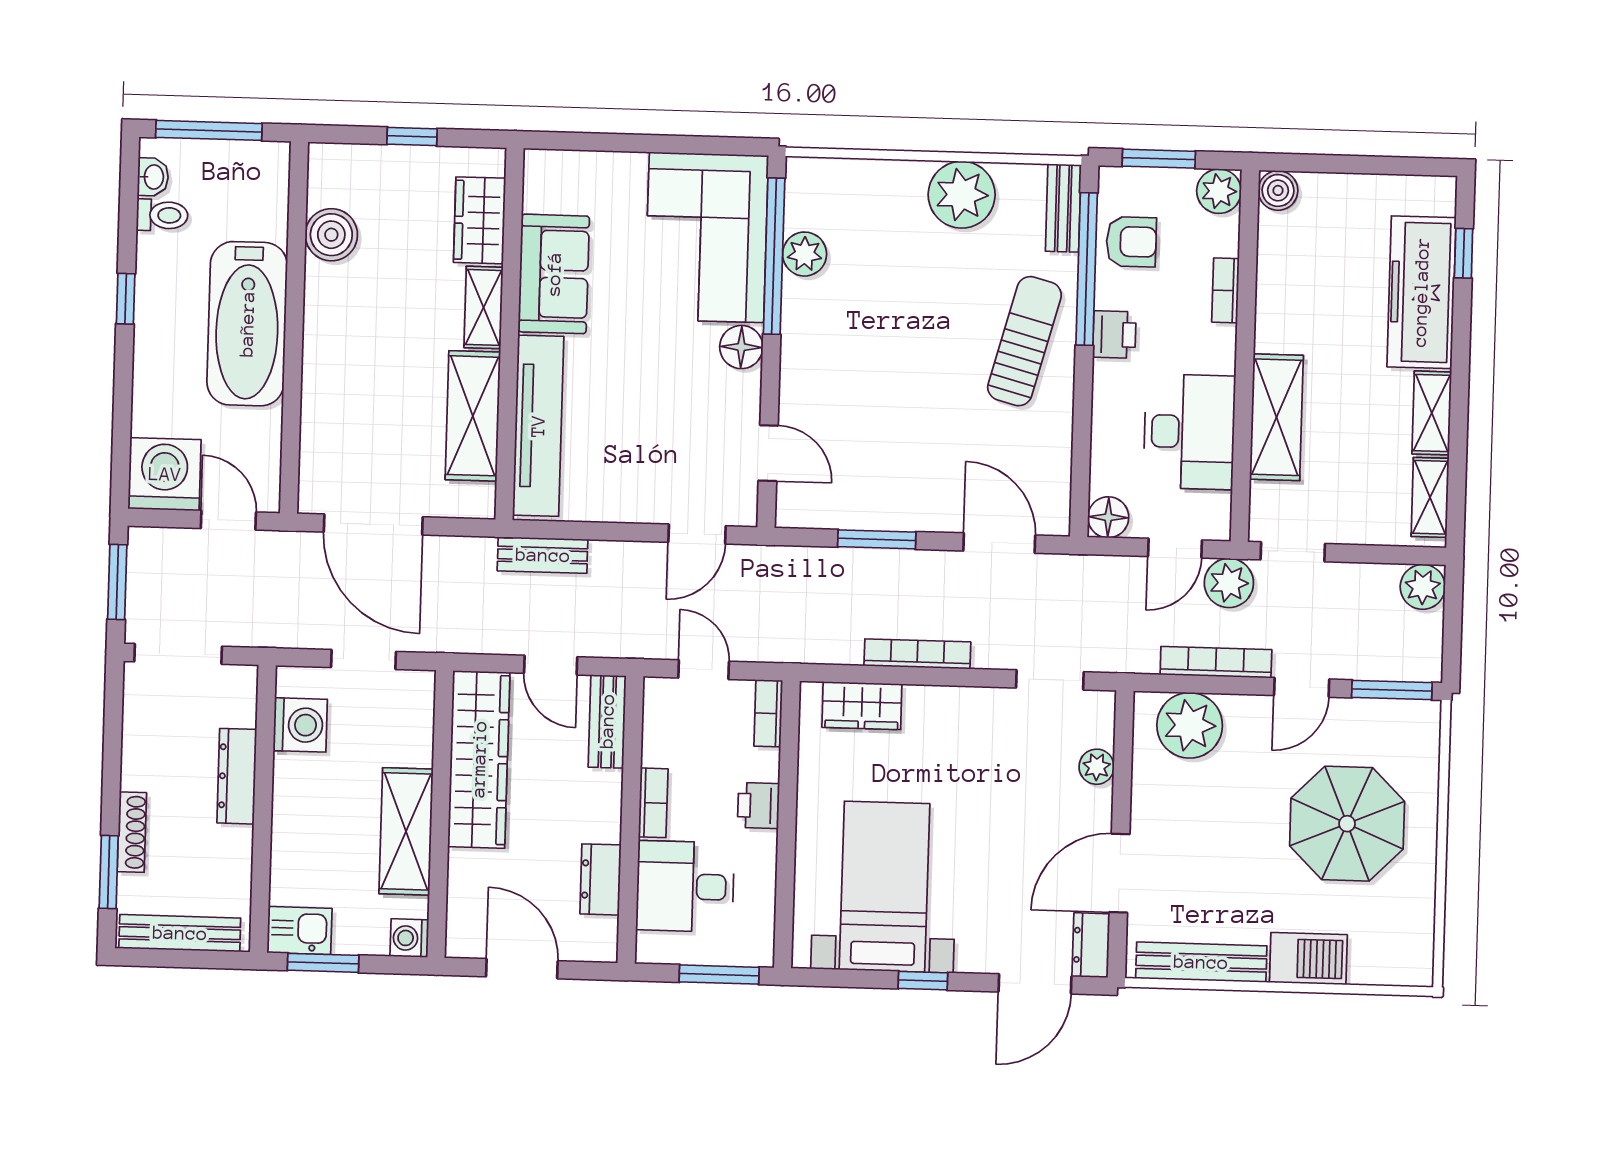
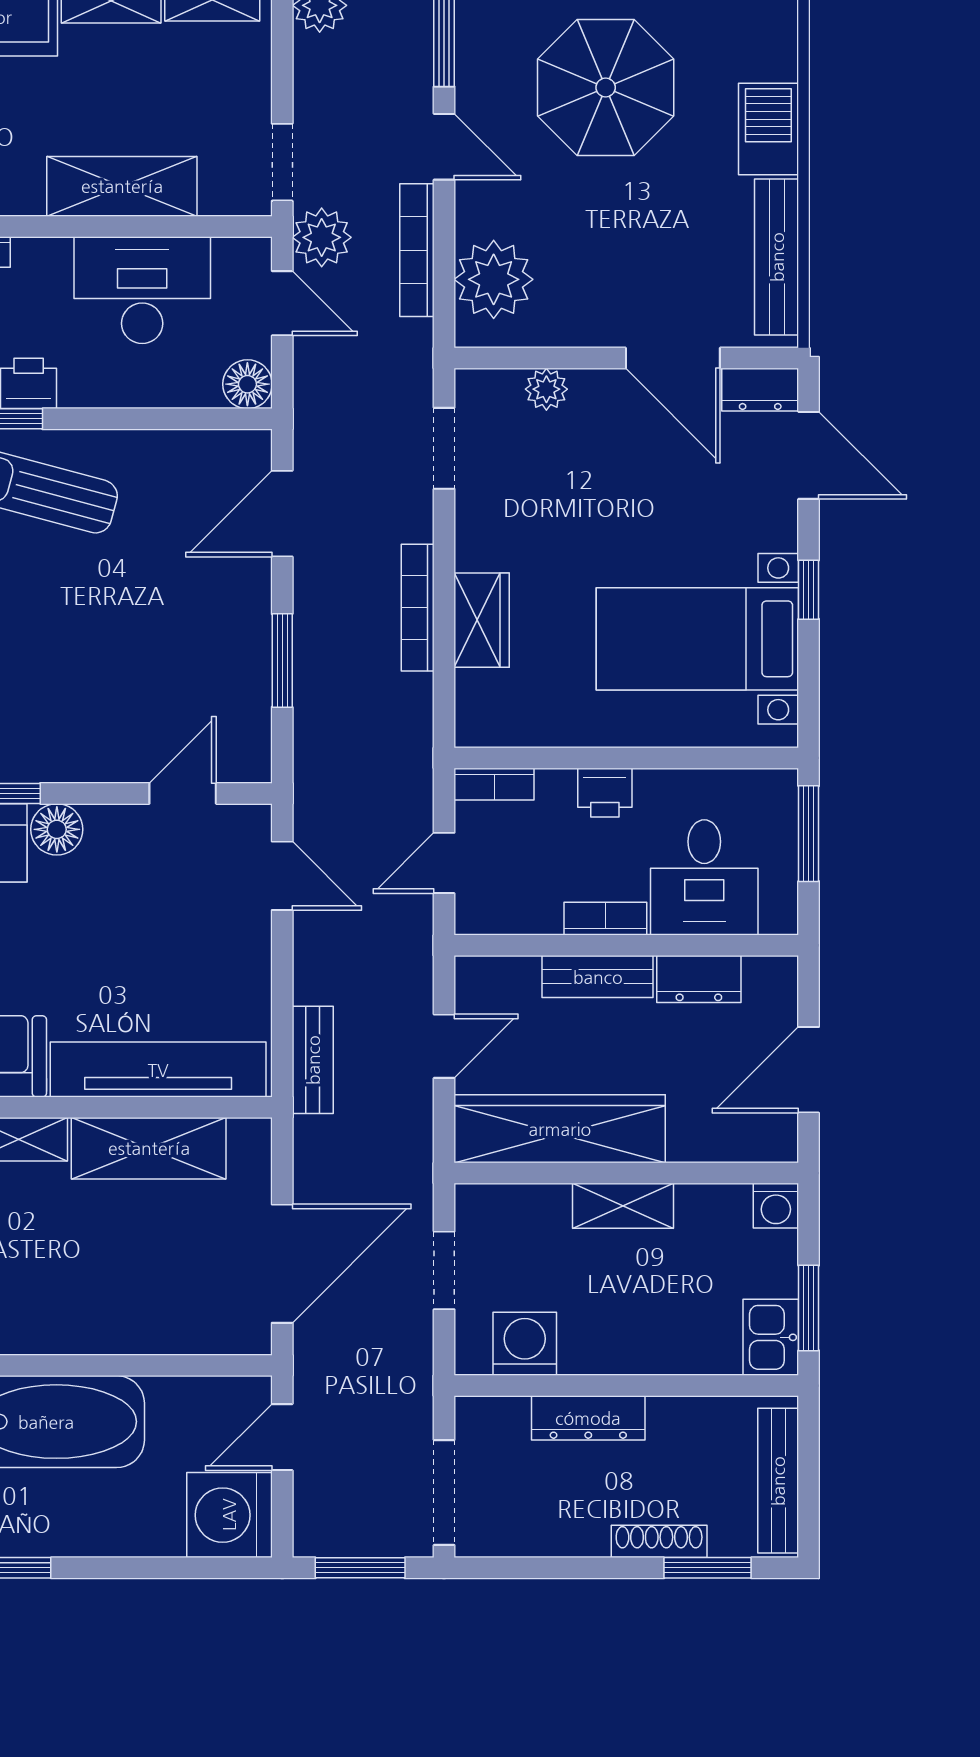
wardrobe: (862, 706) -> (482, 620), moved
bench: (607, 721) -> (598, 977), moved
shelving: (406, 831) -> (623, 1206), width x0.67, depth x0.75

